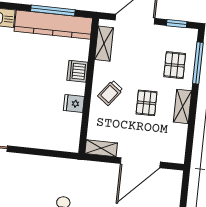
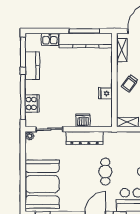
dishwasher: (77, 71) -> (83, 120), moved, turned 90
dresser: (37, 165) -> (85, 138), added

